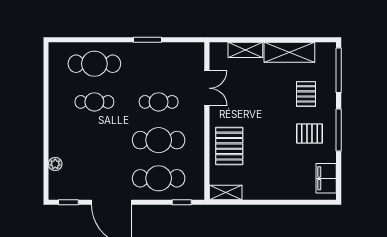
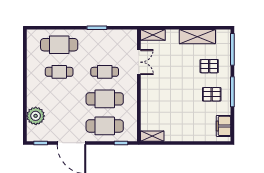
shelving: (245, 50) -> (153, 35), moved
pallet: (306, 94) -> (209, 66), turned 90
pallet: (229, 146) -> (155, 103), removed
plant: (55, 164) -> (36, 116), width x1.87, depth x1.87

